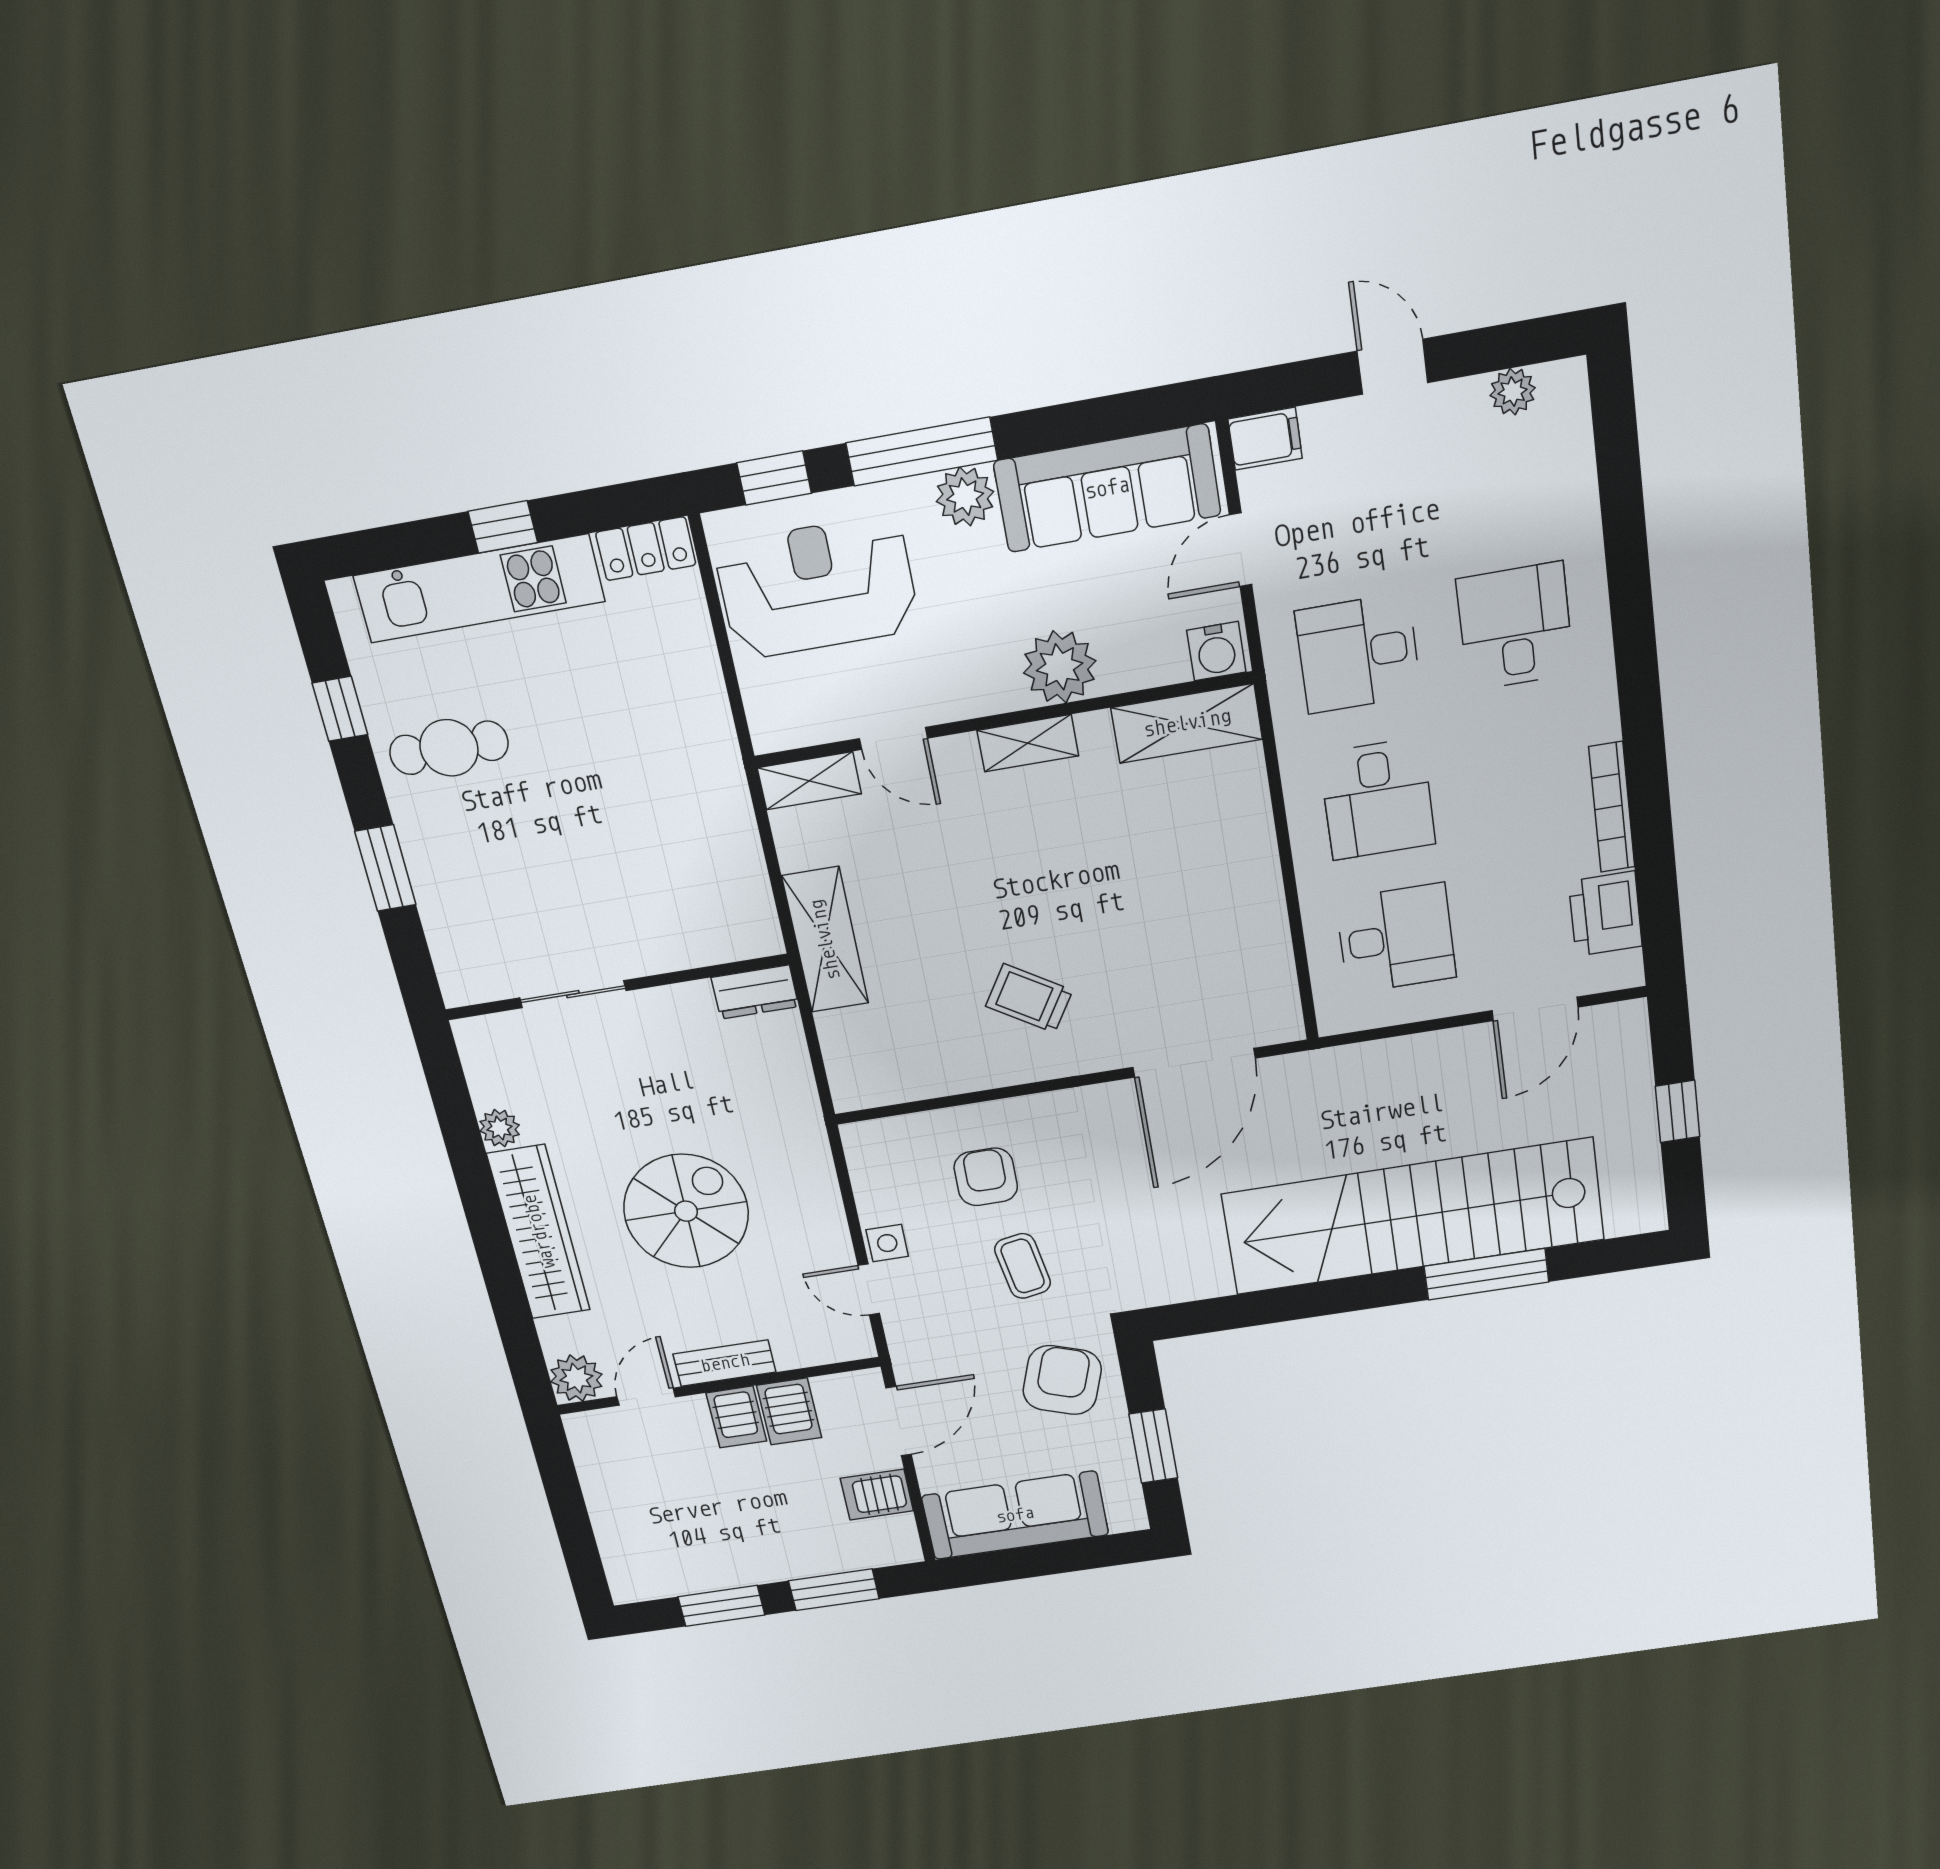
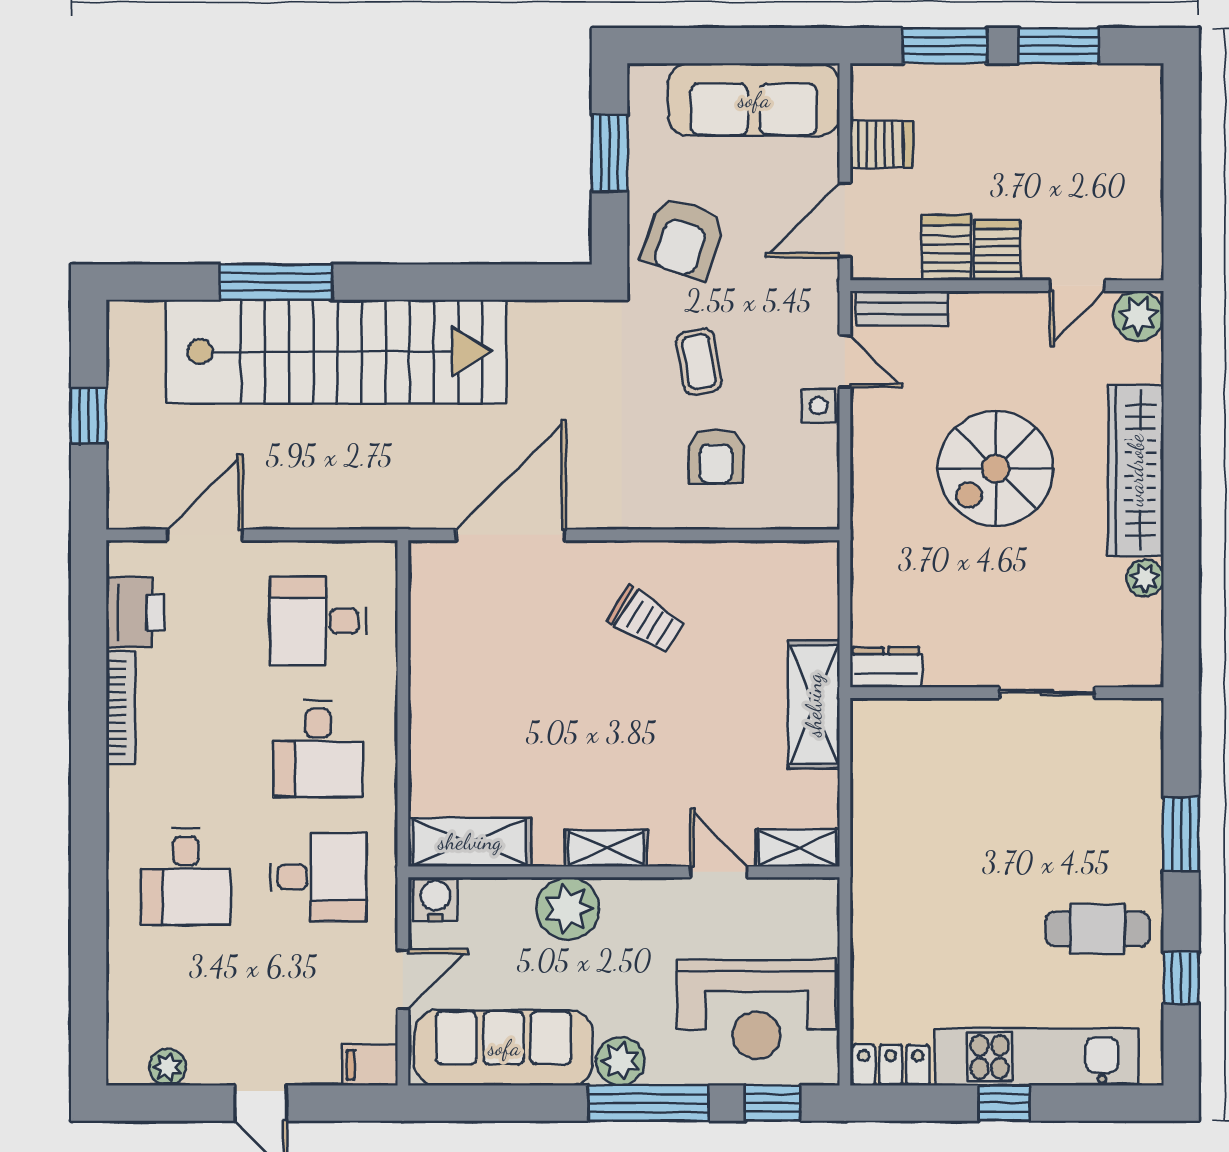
desk: (1377, 799) -> (318, 749), turned 180
bench: (725, 1363) -> (902, 308), moved

